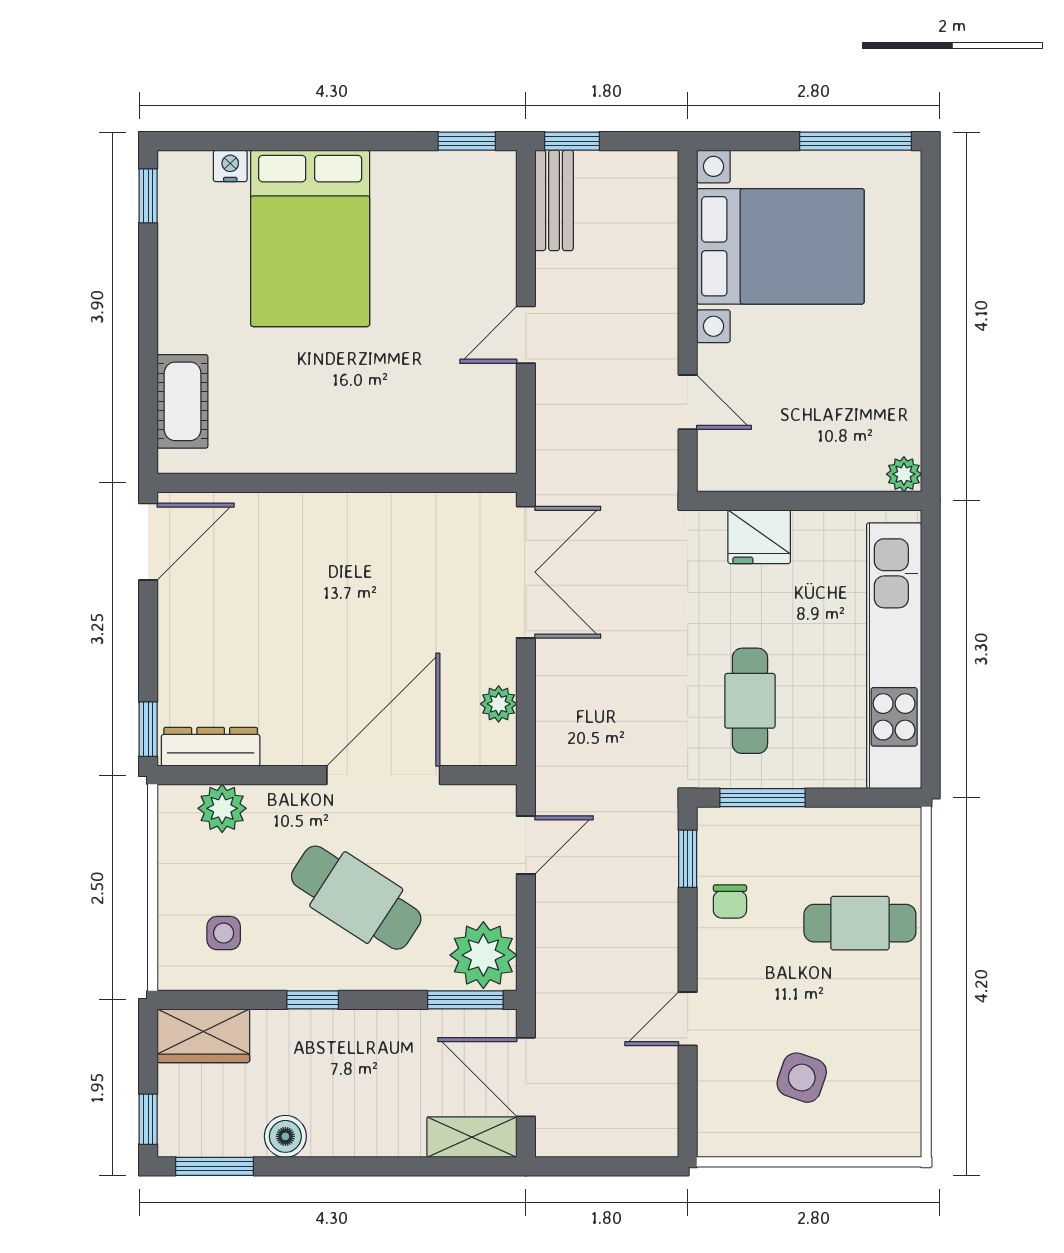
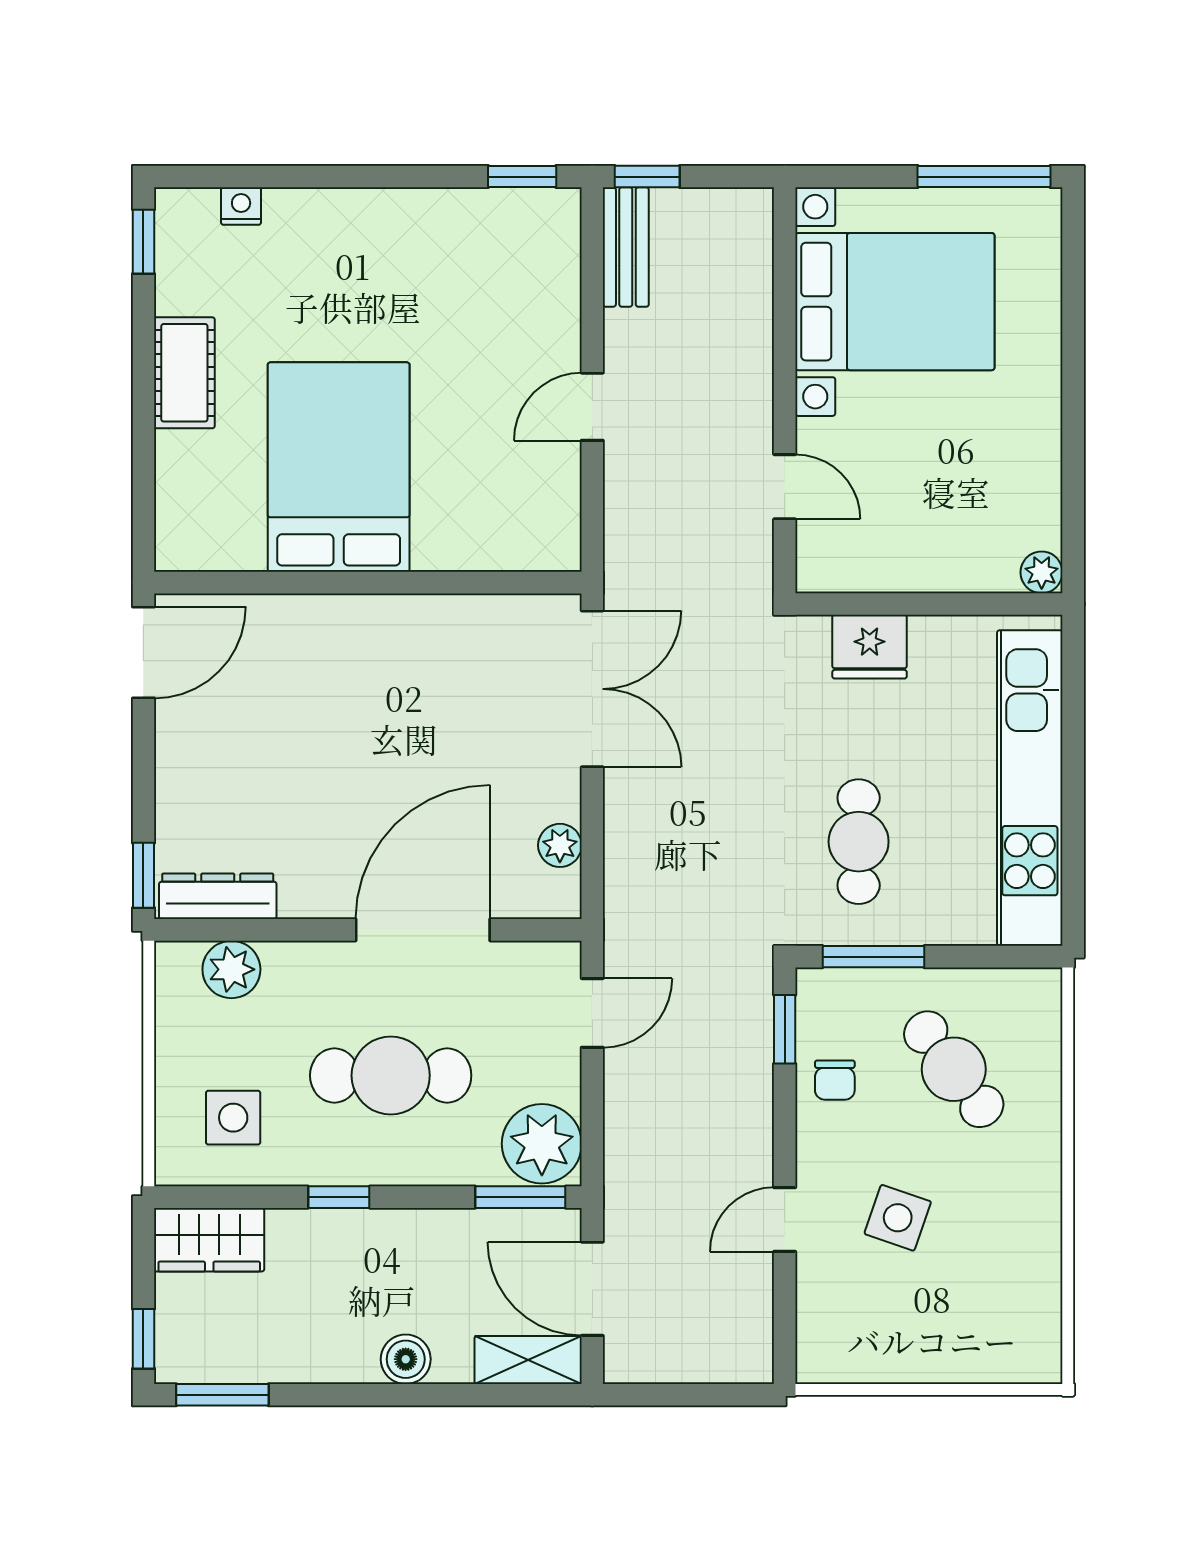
bed: (310, 238) -> (339, 467), moved, turned 180
cot: (183, 401) -> (184, 373), moved
cafe table: (356, 898) -> (391, 1075), turned -33
cafe table: (860, 923) -> (954, 1069), moved, turned 53
side table: (224, 933) -> (233, 1118), width x1.37, depth x1.37
side table: (802, 1078) -> (898, 1218), moved
boiler: (285, 1136) -> (406, 1359), moved

